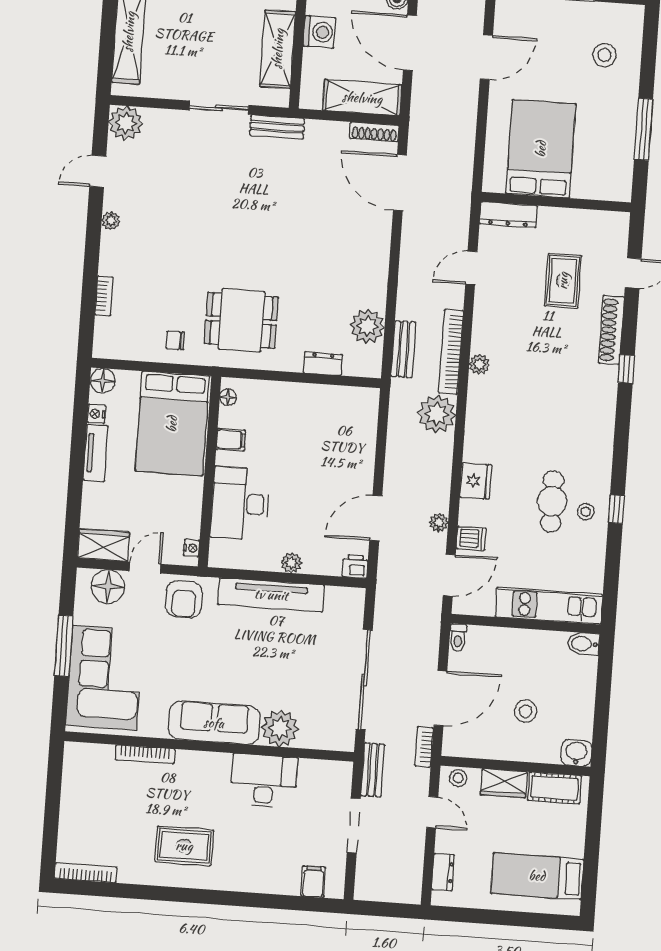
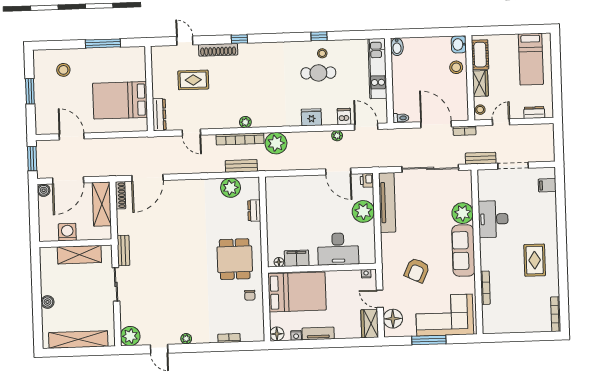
filing cabinet: (231, 440) -> (297, 258), width x2.00
plant: (292, 563) -> (363, 211), width x1.87, depth x1.87
tv unit: (271, 595) -> (387, 202), moved
armchair: (184, 599) -> (417, 270), moved, turned 115
stool: (526, 711) -> (456, 67), moved

